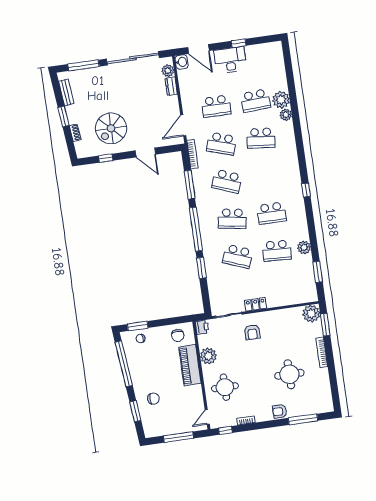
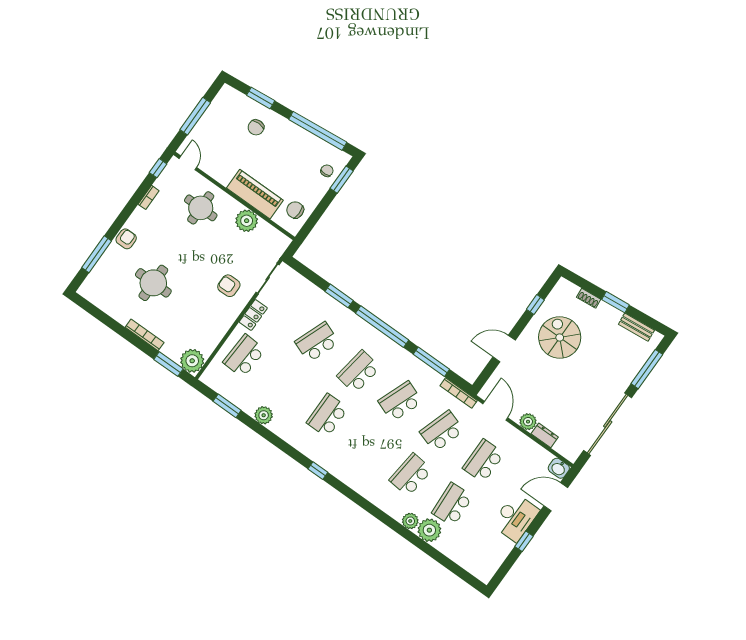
plant: (168, 71) -> (528, 422), moved
school desk: (277, 251) -> (244, 356), moved
printer: (202, 327) -> (281, 241), removed

